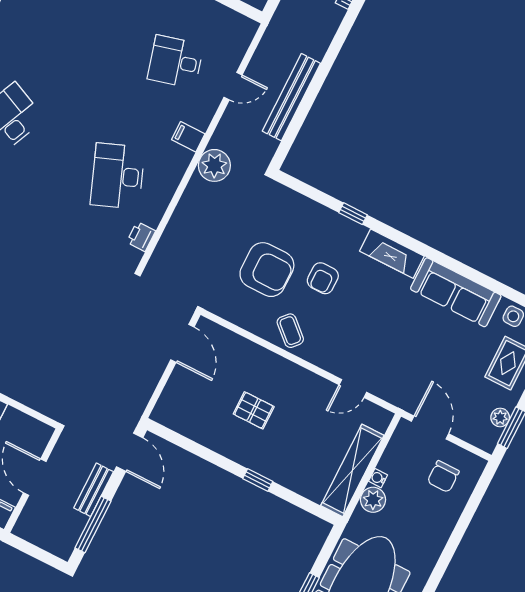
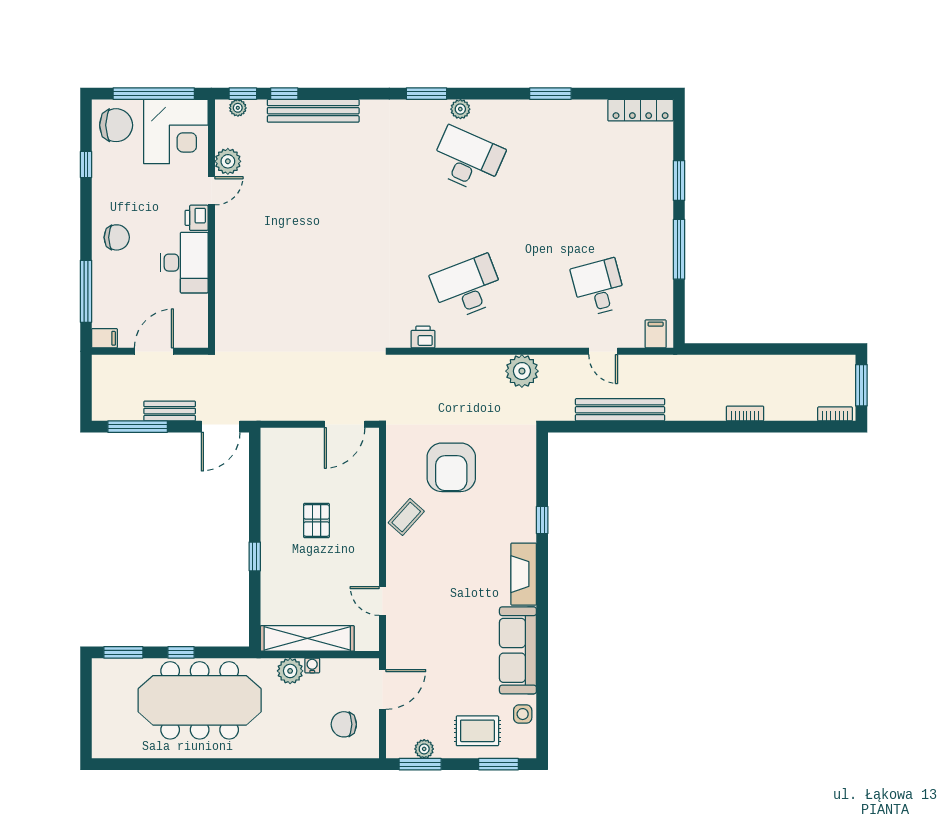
filing cabinet: (188, 137) -> (656, 334), moved
armchair: (323, 278) -> (469, 522), removed

